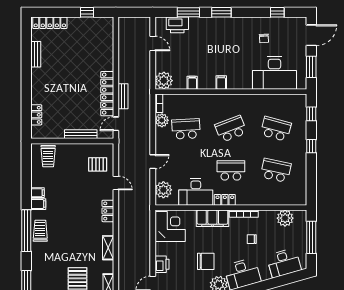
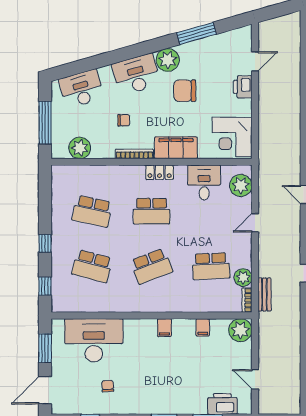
bench: (123, 96) -> (264, 294), moved
desk: (196, 192) -> (204, 182), width x0.73

